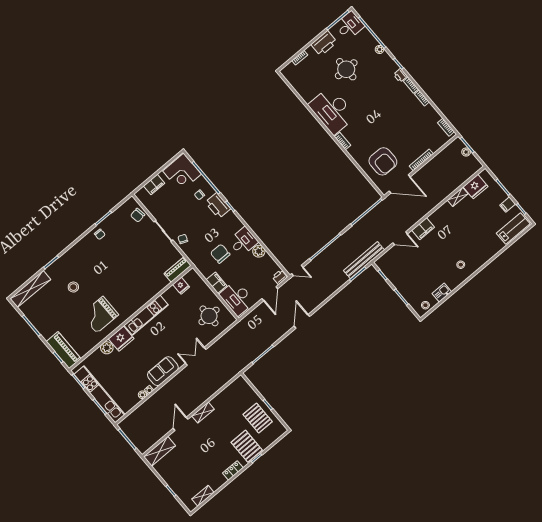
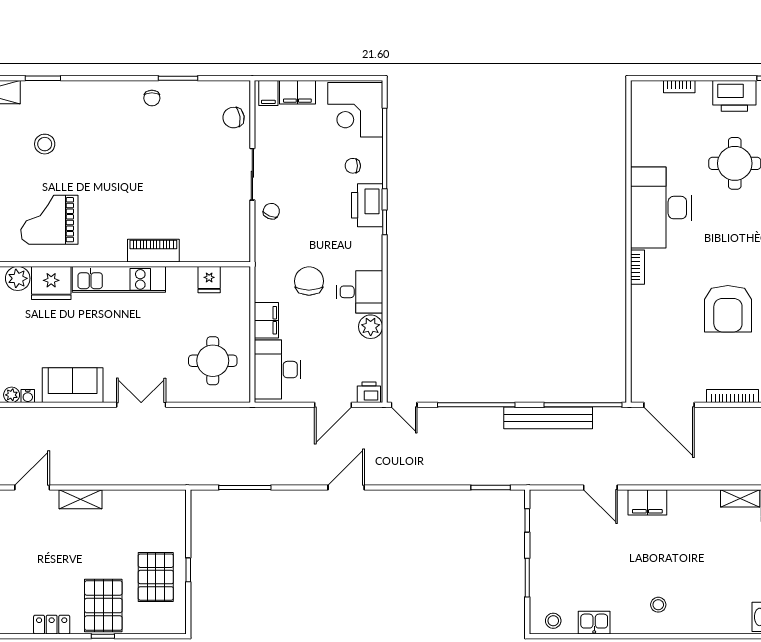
armchair: (383, 161) -> (728, 309), moved
filing cabinet: (143, 194) -> (268, 93), added
bench: (364, 260) -> (548, 418), moved
piano: (178, 270) -> (153, 251), moved

